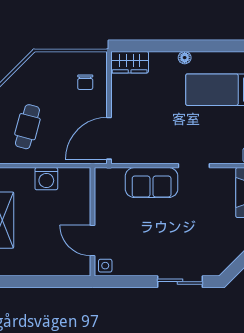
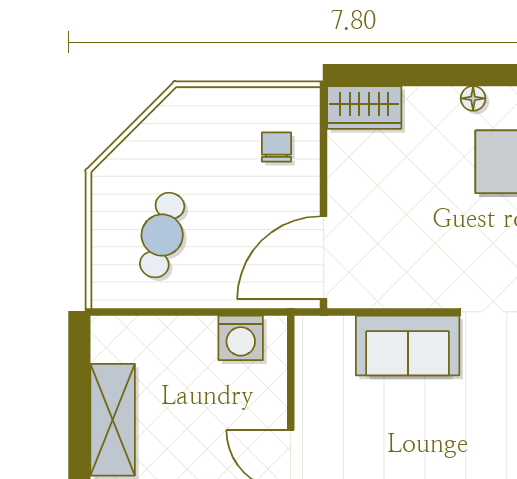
chair: (85, 82) -> (276, 147), turned 180
washing machine: (46, 179) -> (241, 338), moved

